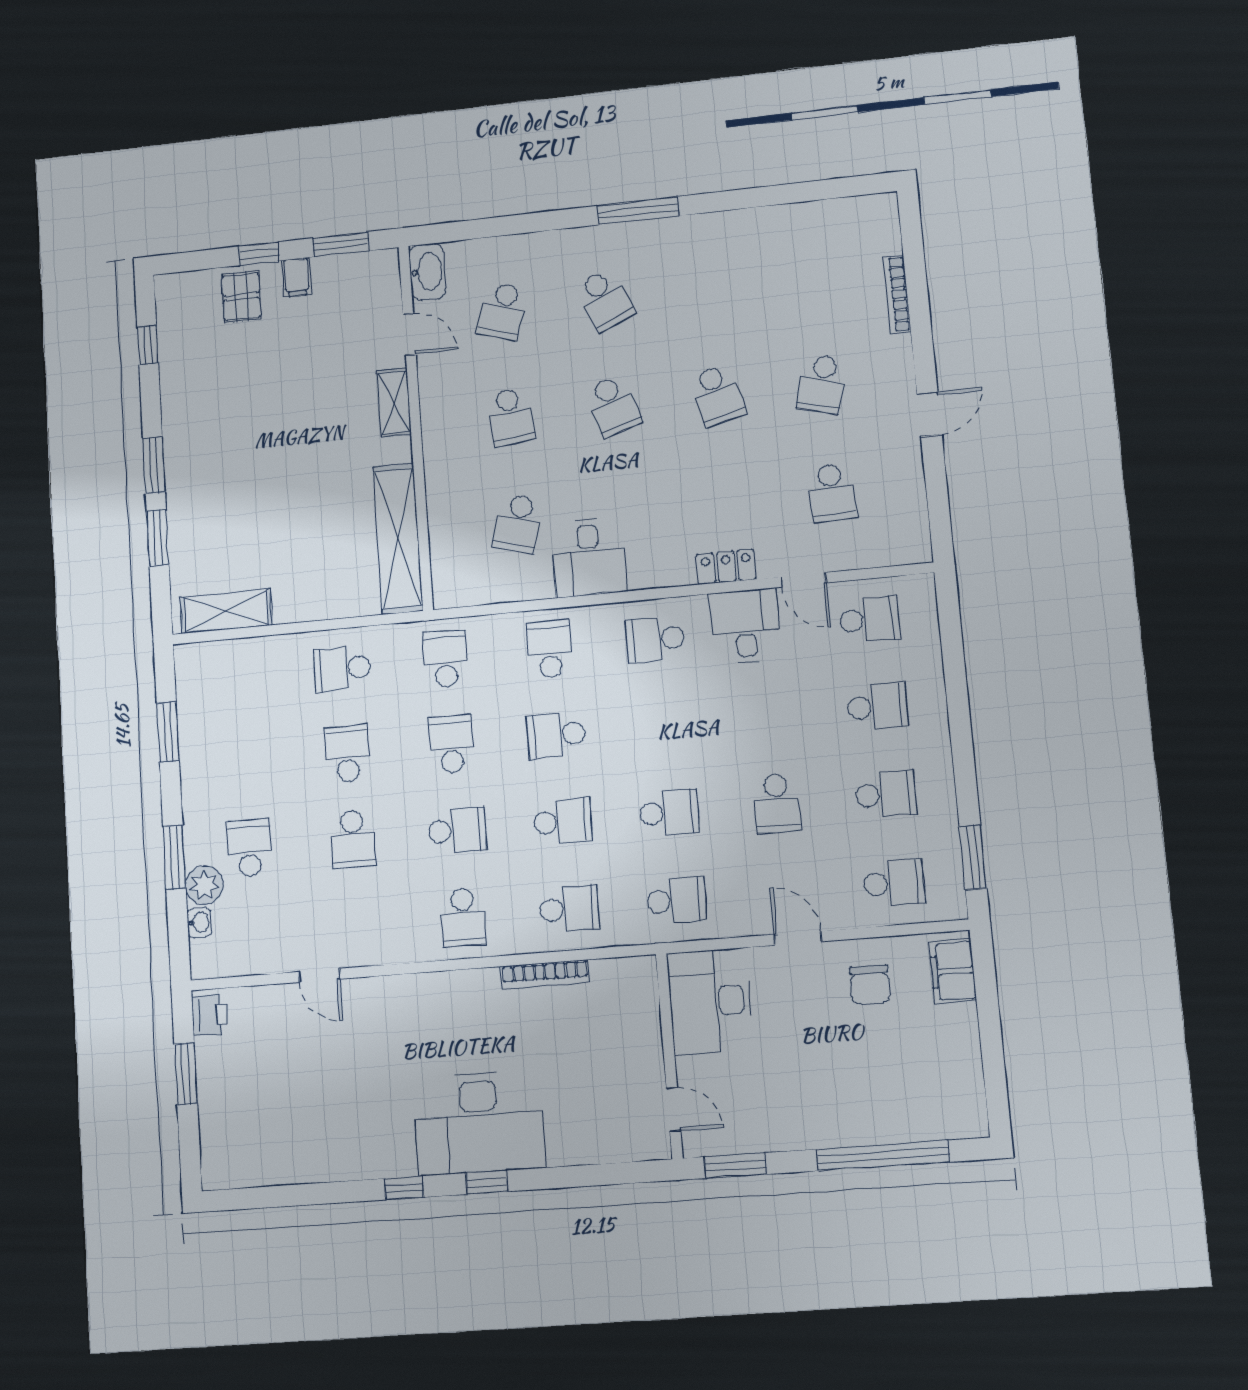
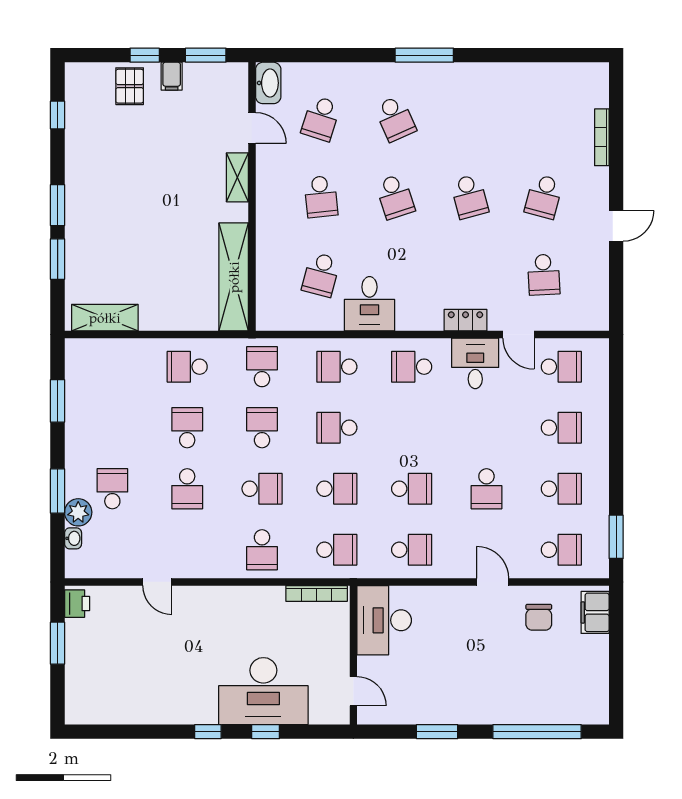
school desk: (550, 649) -> (337, 367), turned -90
desk: (710, 1001) -> (384, 620), moved
wall: (669, 1056) -> (353, 655), moved
door: (674, 1109) -> (353, 691), moved

